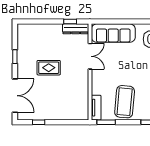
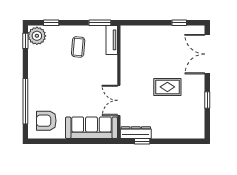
coffee table: (125, 102) -> (78, 47), width x0.54, depth x0.58

